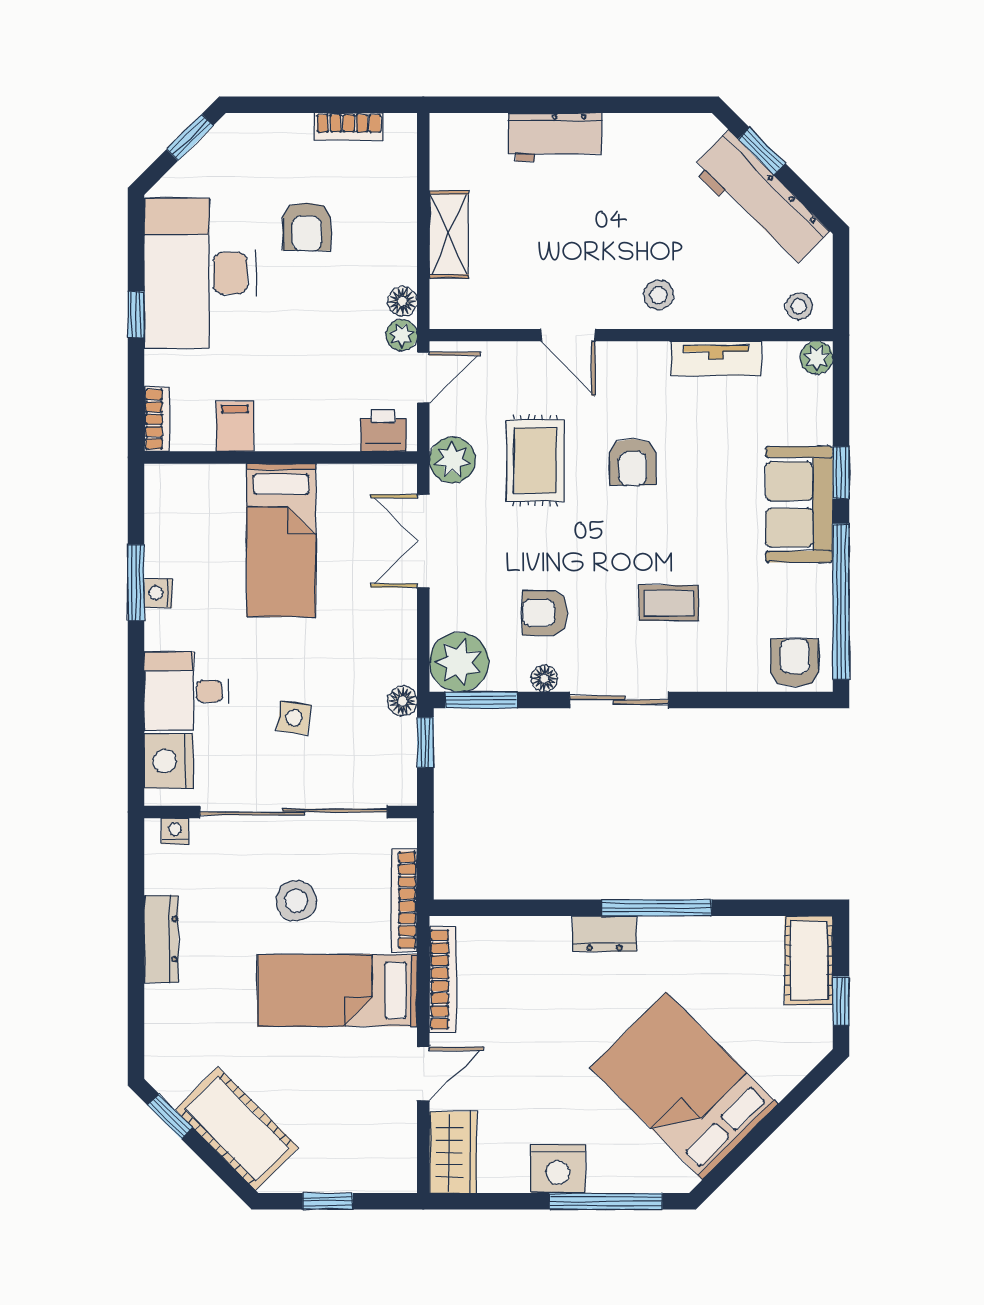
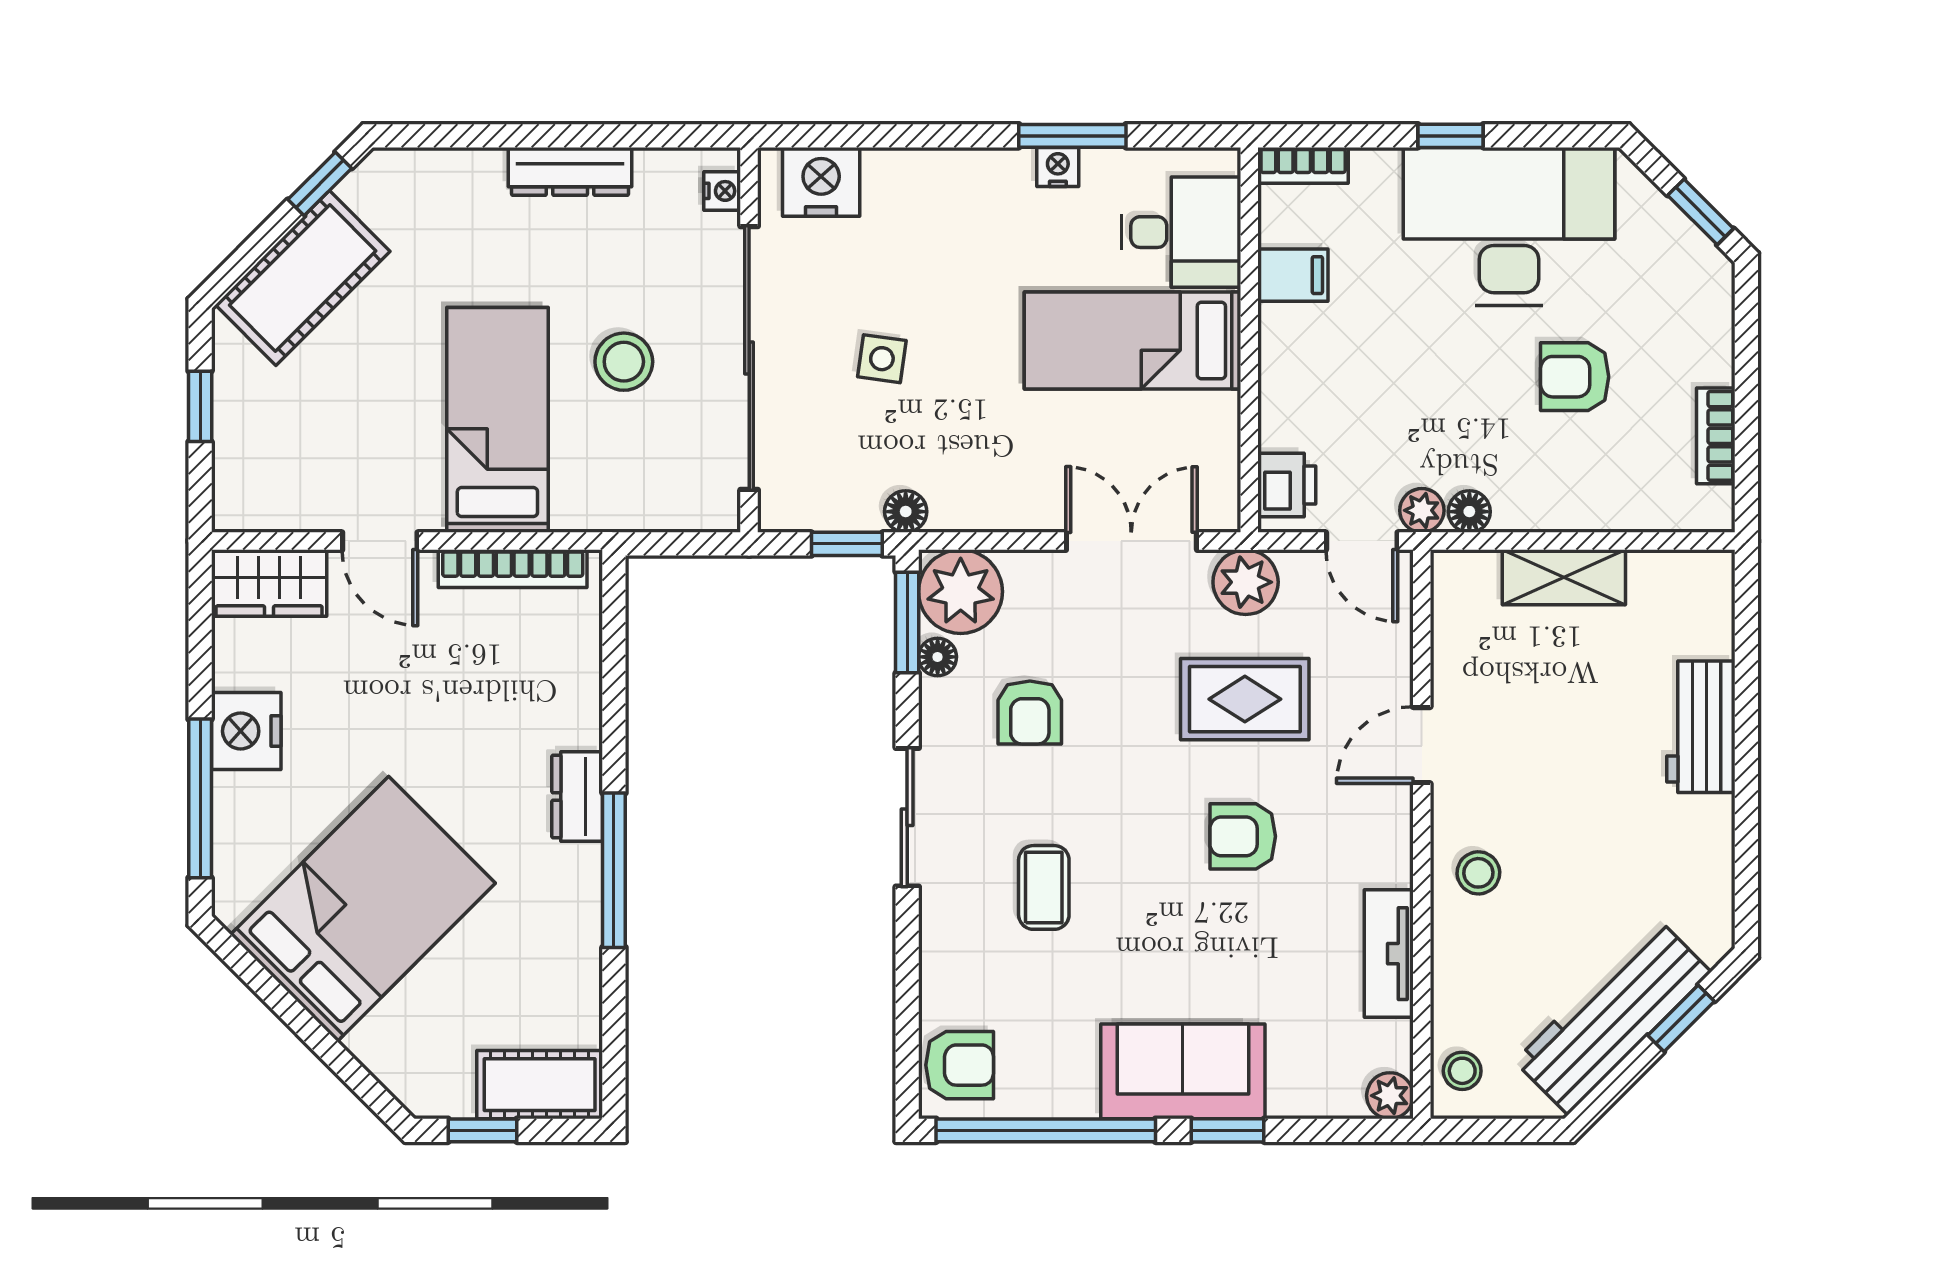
armchair: (545, 613) -> (1030, 713), turned 180
floor lamp: (544, 678) -> (938, 657), moved
desk: (186, 691) -> (1181, 232), moved, turned 90
bookcase: (404, 900) -> (625, 514), removed

